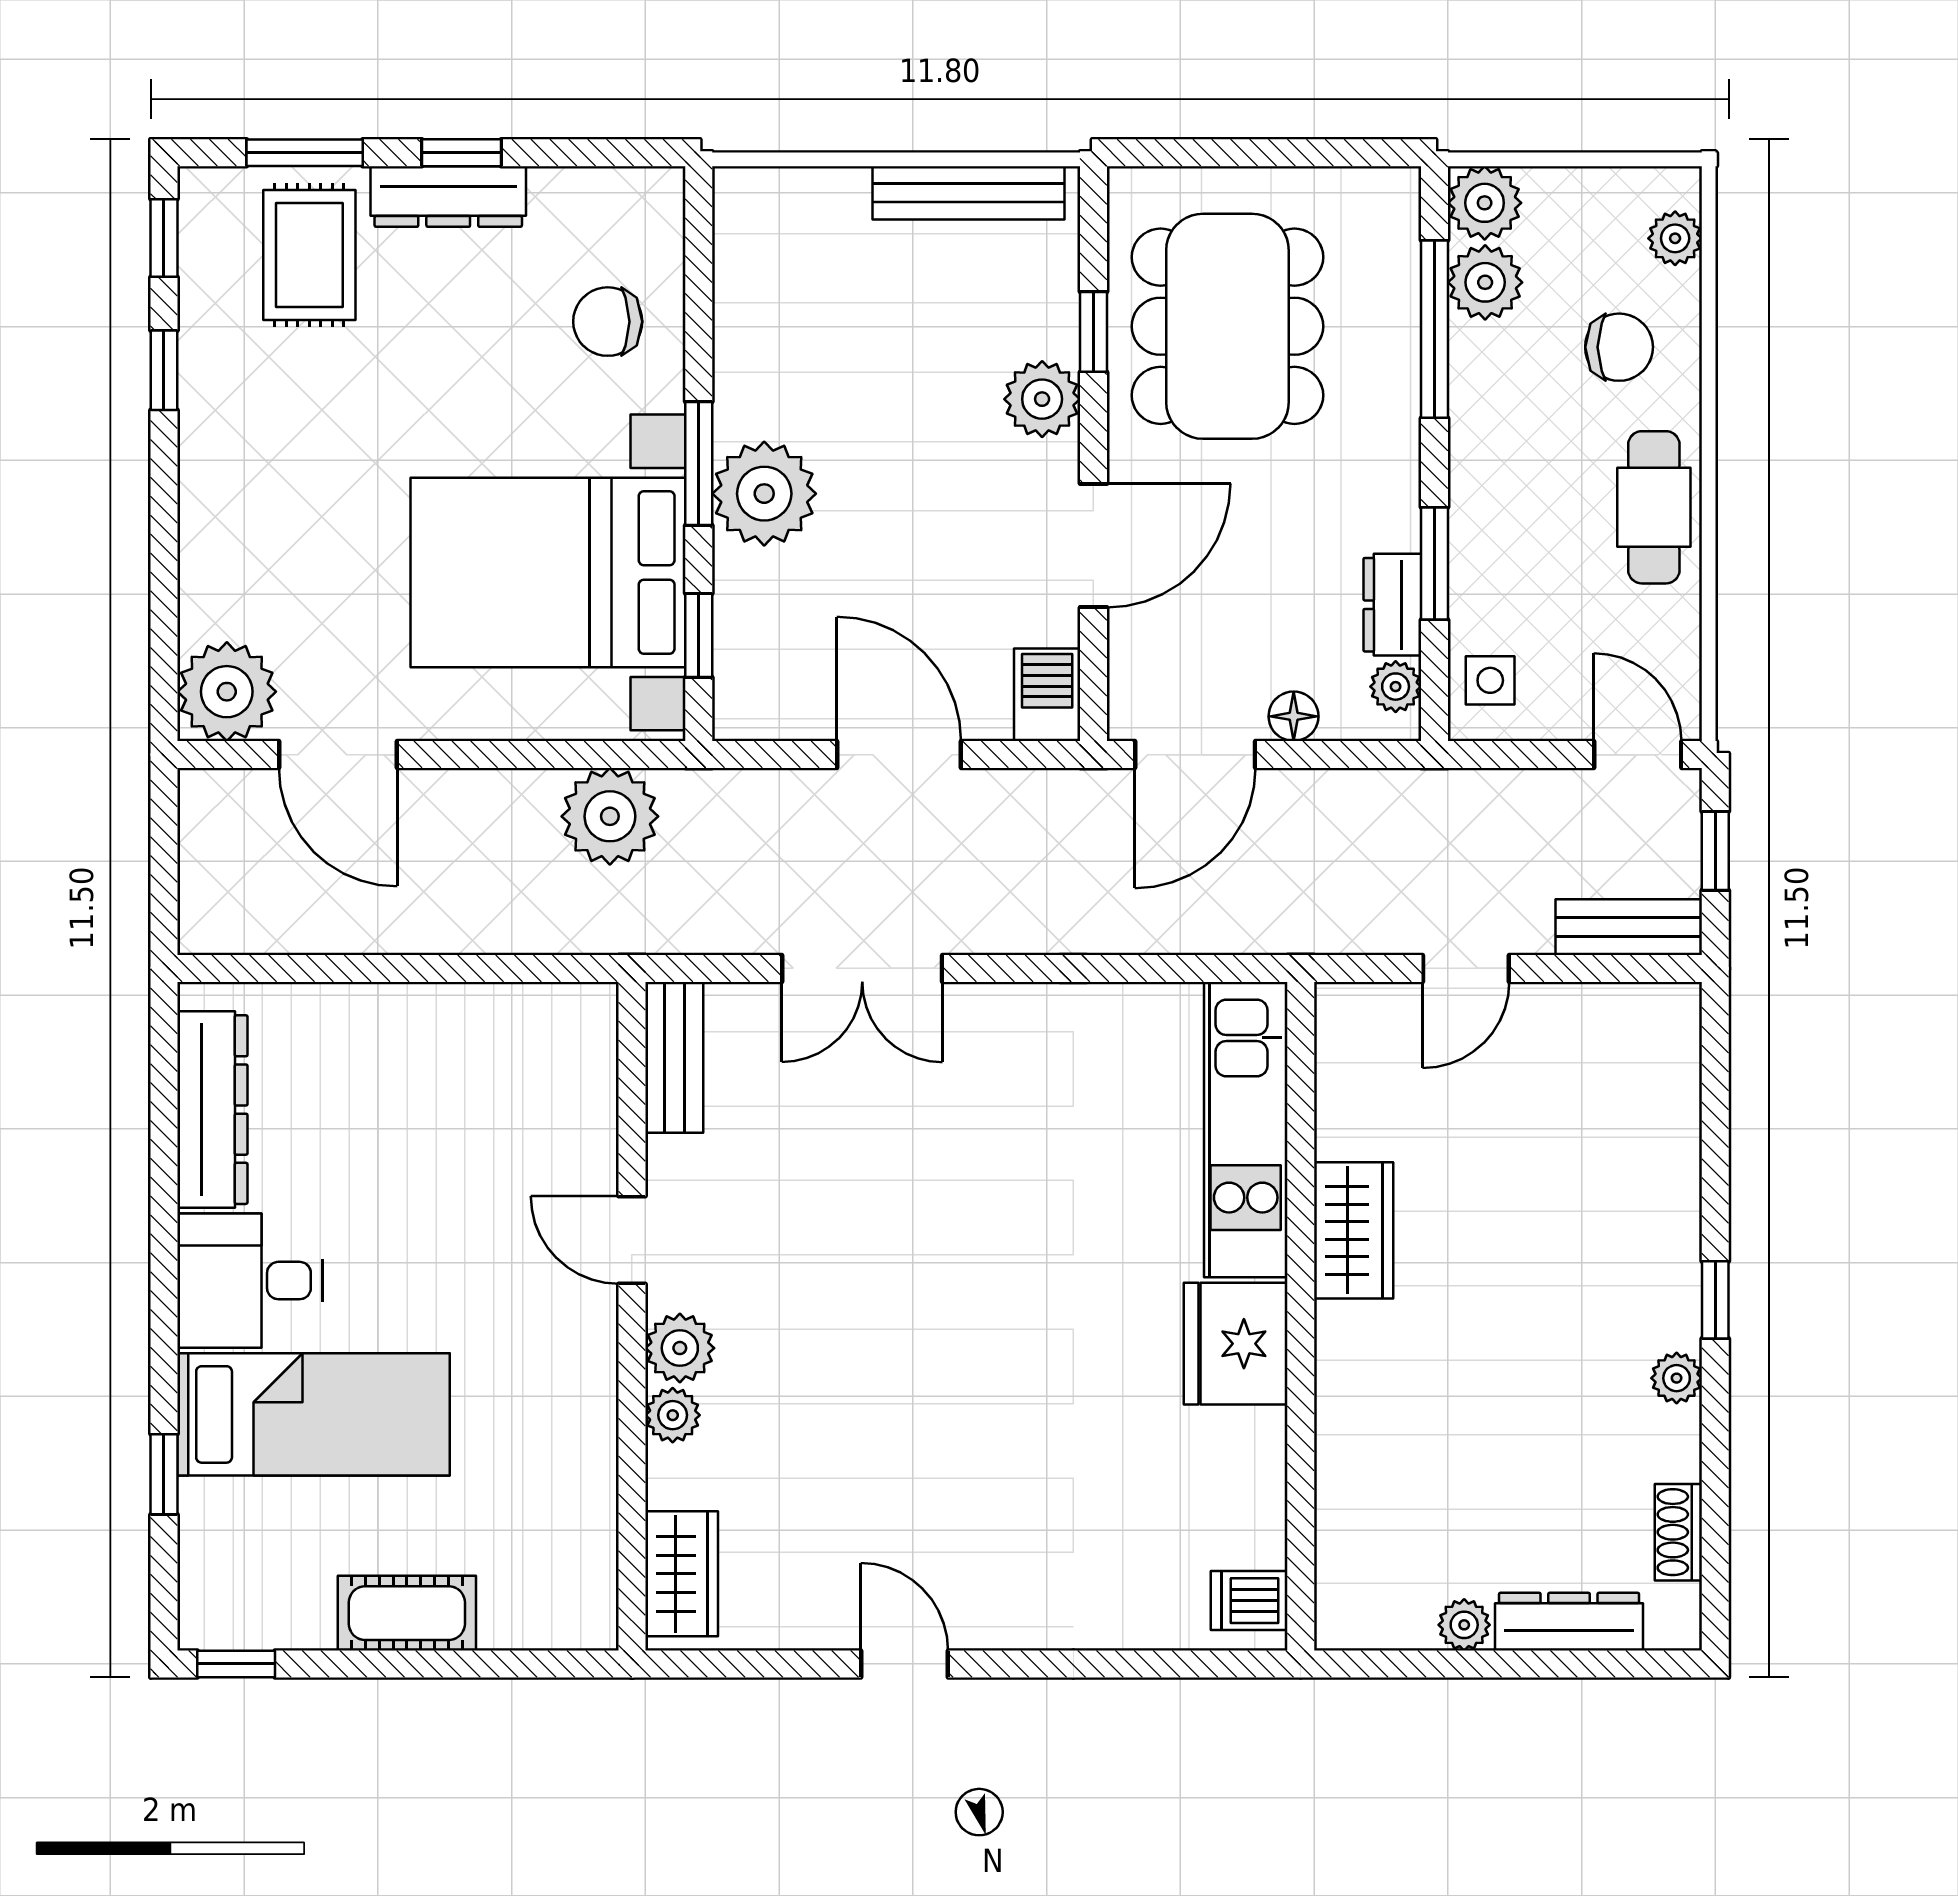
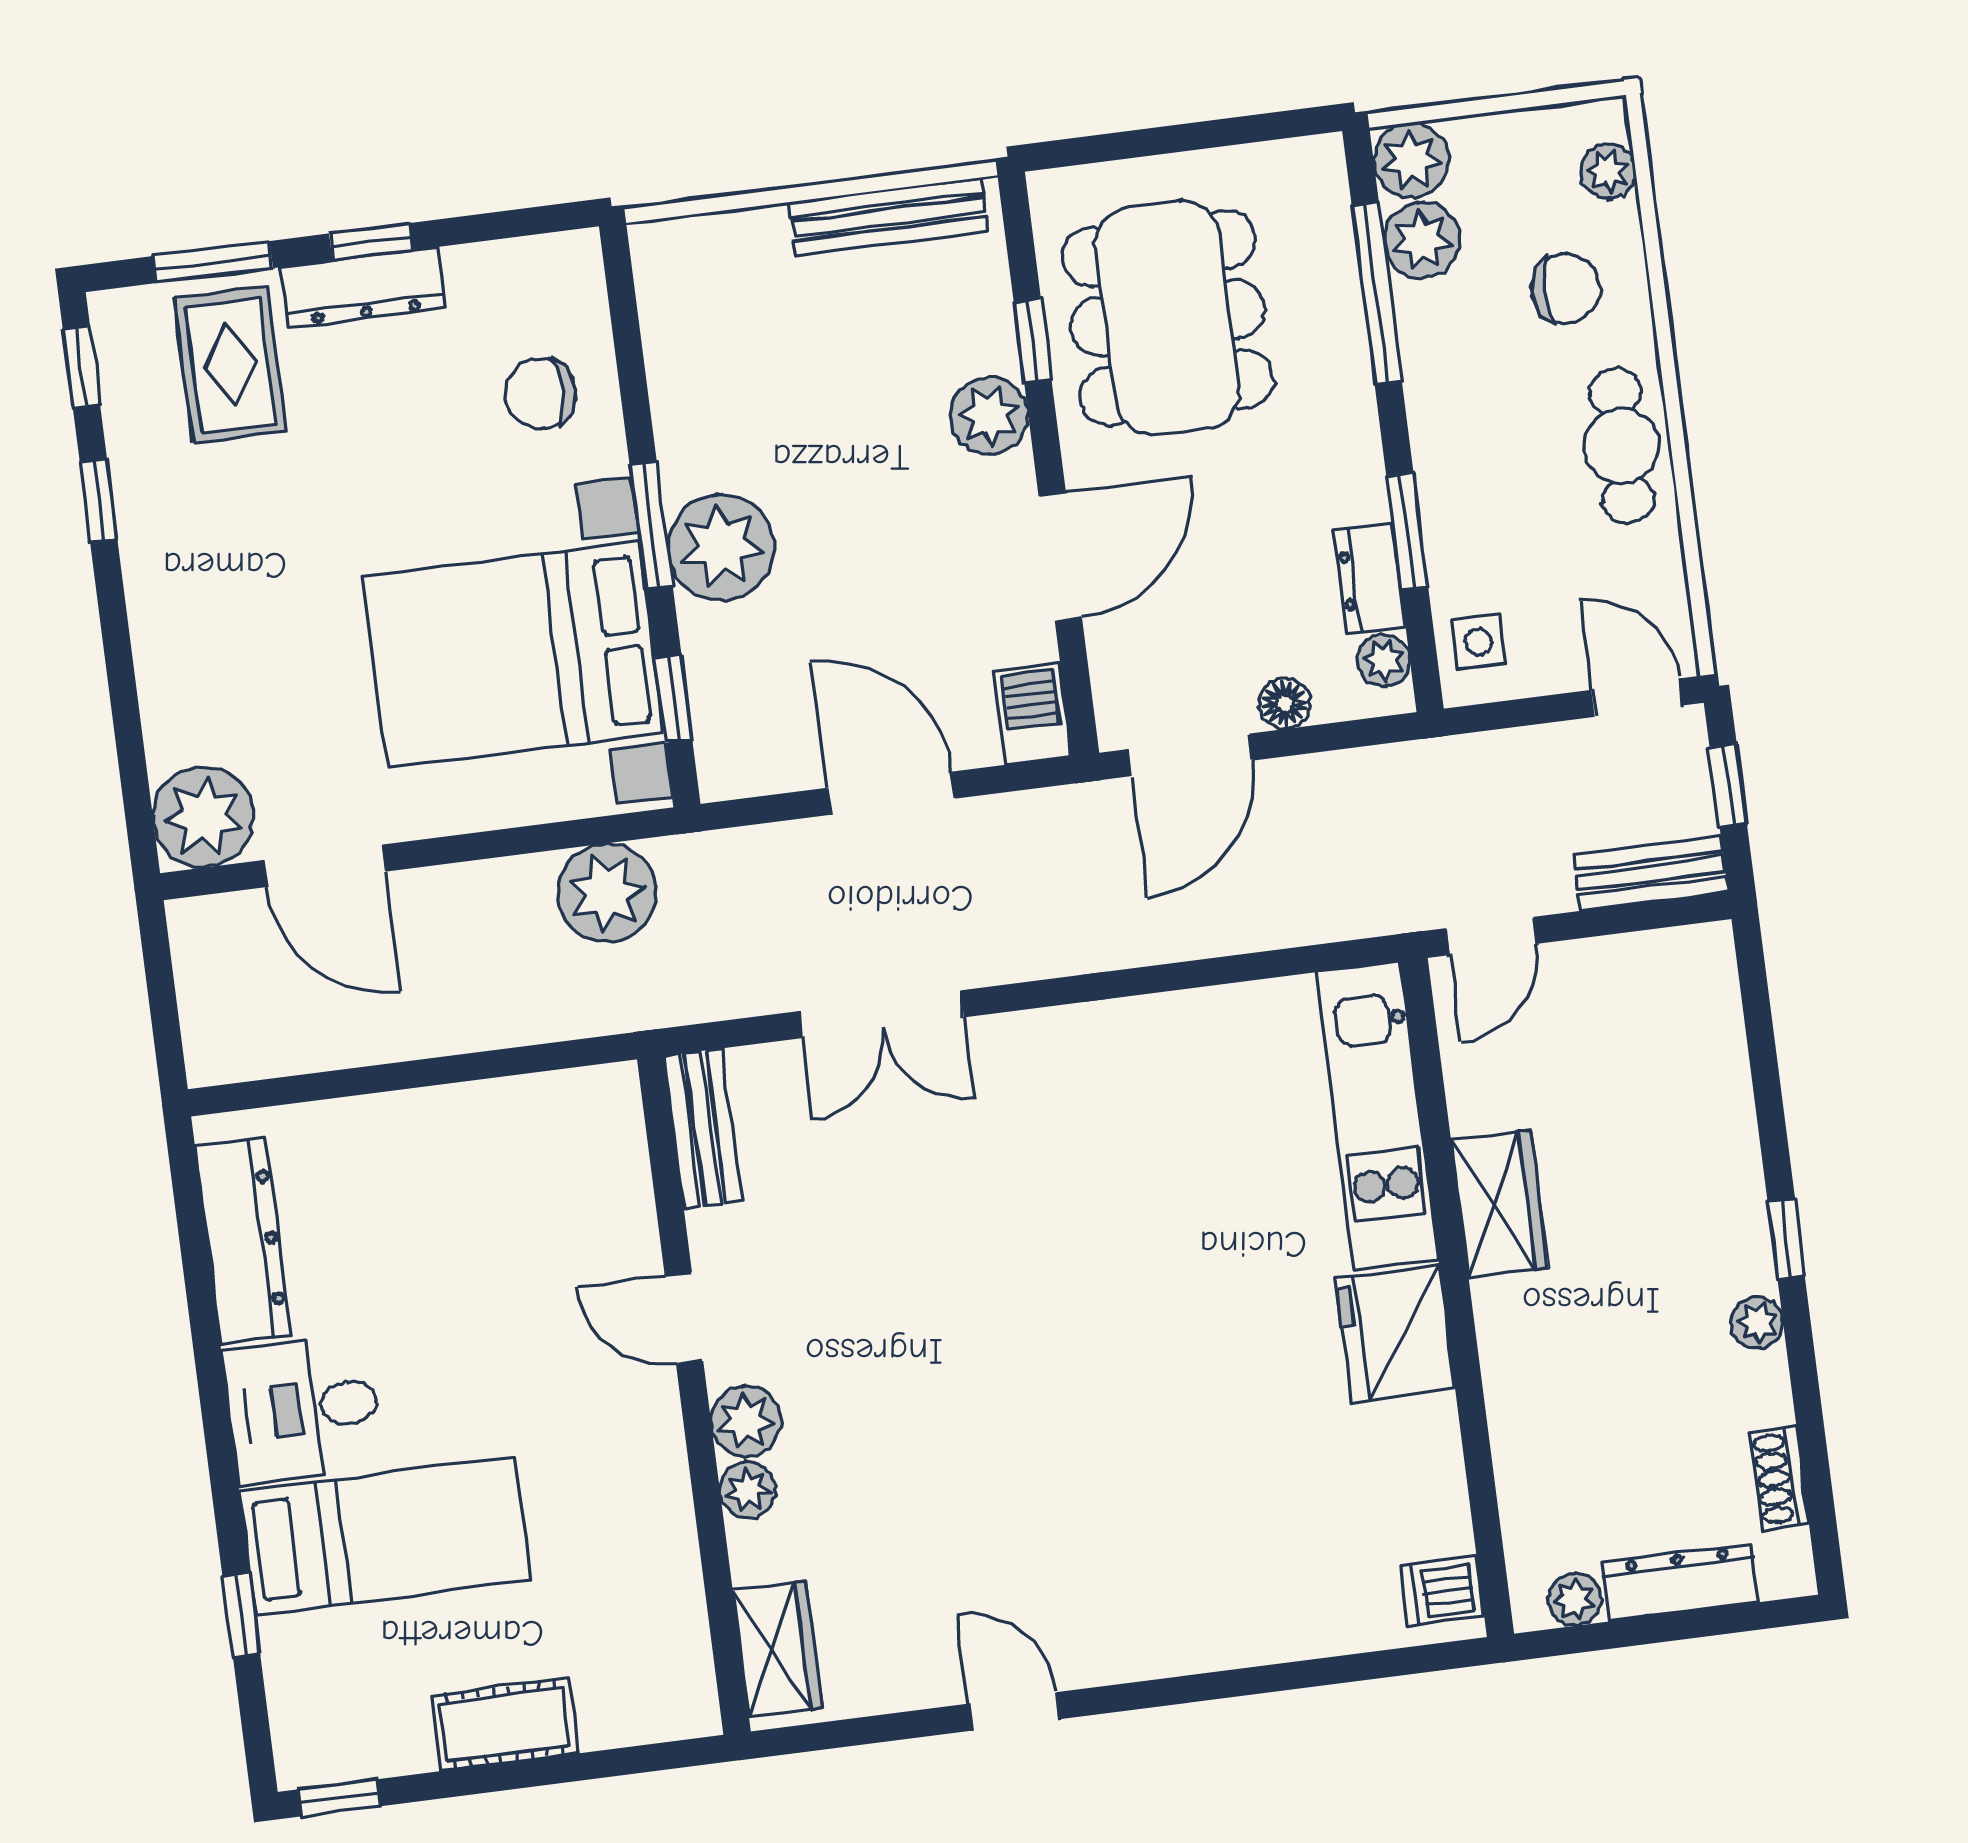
kitchen unit: (1246, 1130) -> (1378, 1116), moved
wardrobe: (1354, 1230) -> (1500, 1204), moved
wall: (1301, 1316) -> (1457, 1298), moved
fridge: (1236, 1344) -> (1395, 1334), moved
dishwasher: (1249, 1601) -> (1442, 1591), moved

